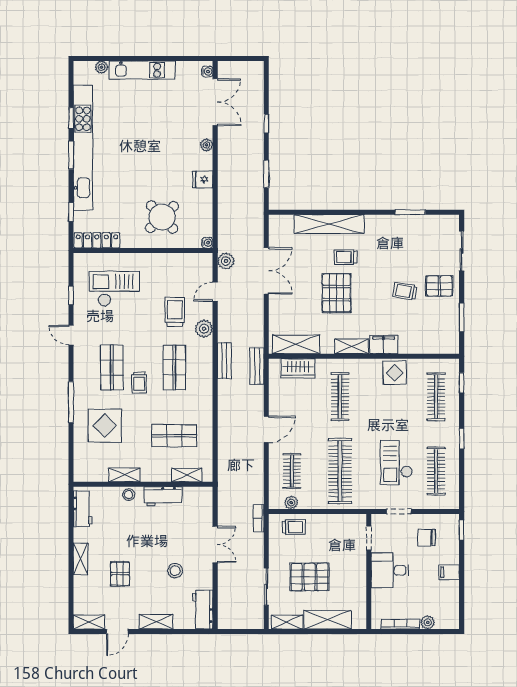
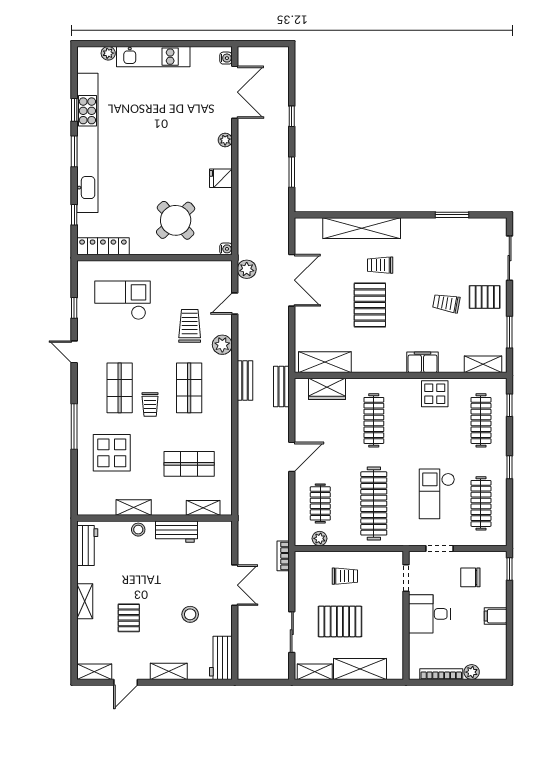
shelving: (352, 346) -> (483, 364), moved
trolley: (294, 527) -> (345, 576), moved

